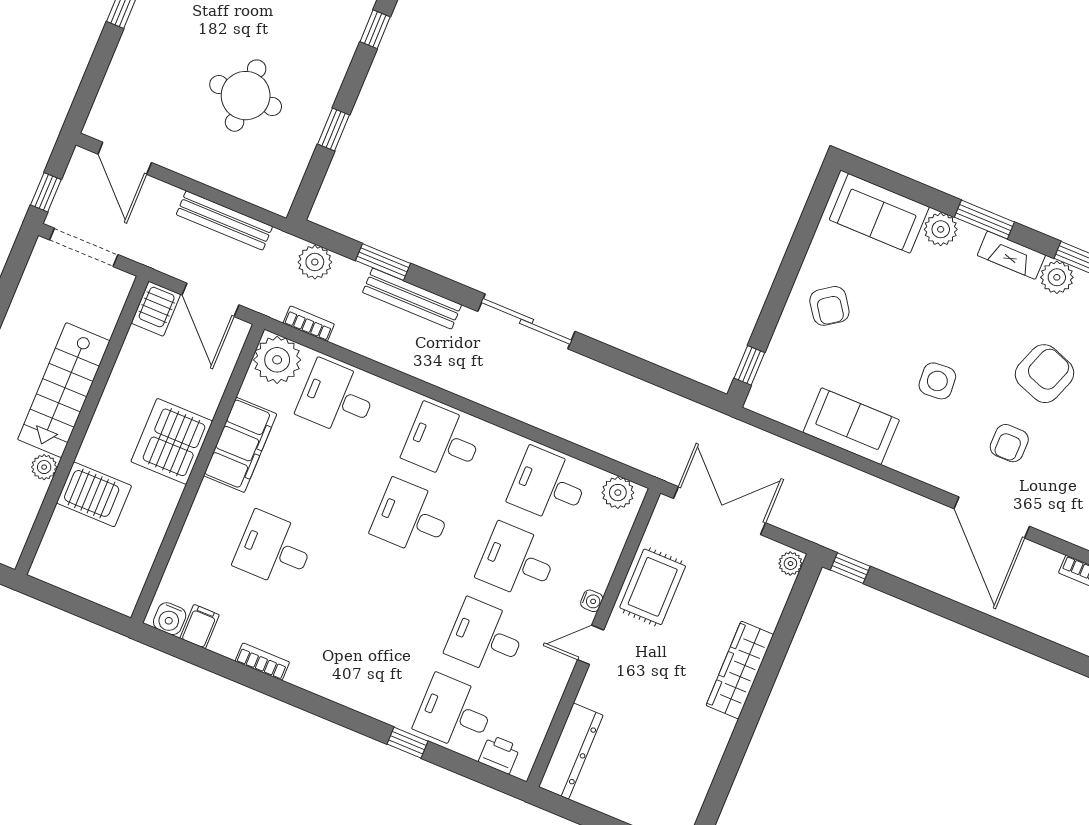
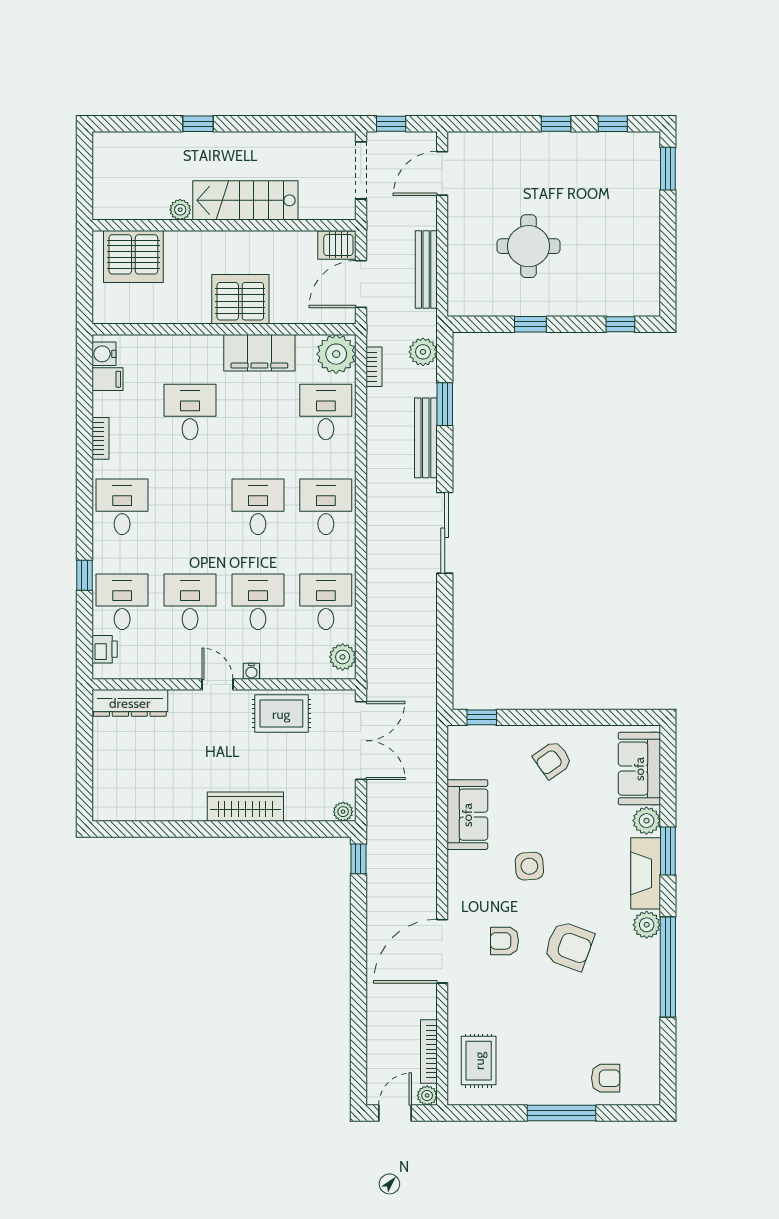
fireplace: (1011, 255) -> (646, 873), width x1.37, depth x1.32
server rack: (94, 494) -> (133, 256), moved, width x1.60
desk: (349, 669) -> (122, 507), added

